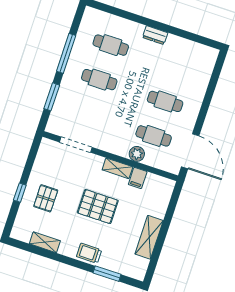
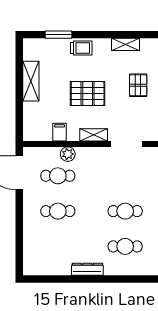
dresser: (155, 35) -> (87, 269), width x1.44
shelving: (117, 168) -> (94, 135), moved

